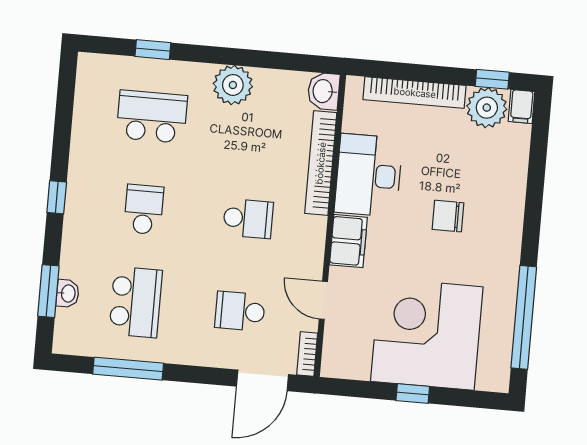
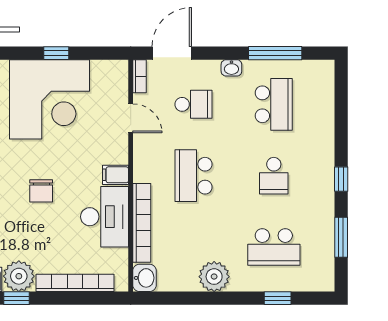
chair: (448, 216) -> (41, 191), turned 90
school desk: (248, 219) -> (194, 176), width x1.85
filing cabinet: (348, 241) -> (116, 175), width x0.50
window: (48, 291) -> (341, 237), moved
washbasin: (68, 293) -> (231, 68), moved, turned -90
school desk: (136, 302) -> (274, 104), turned 180

